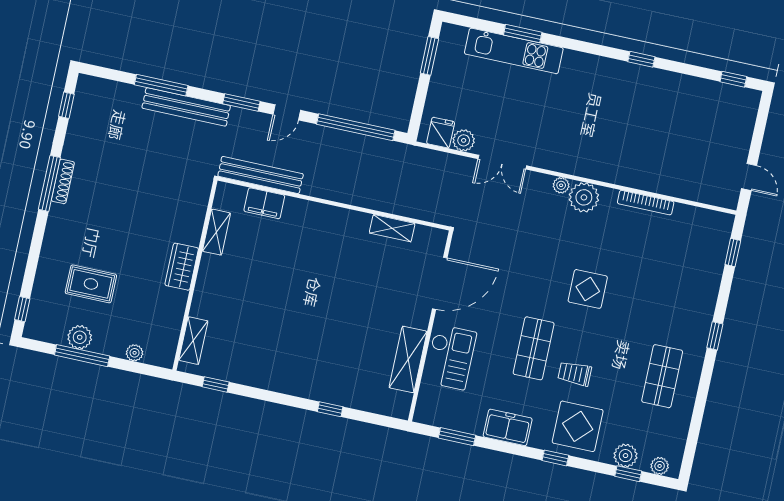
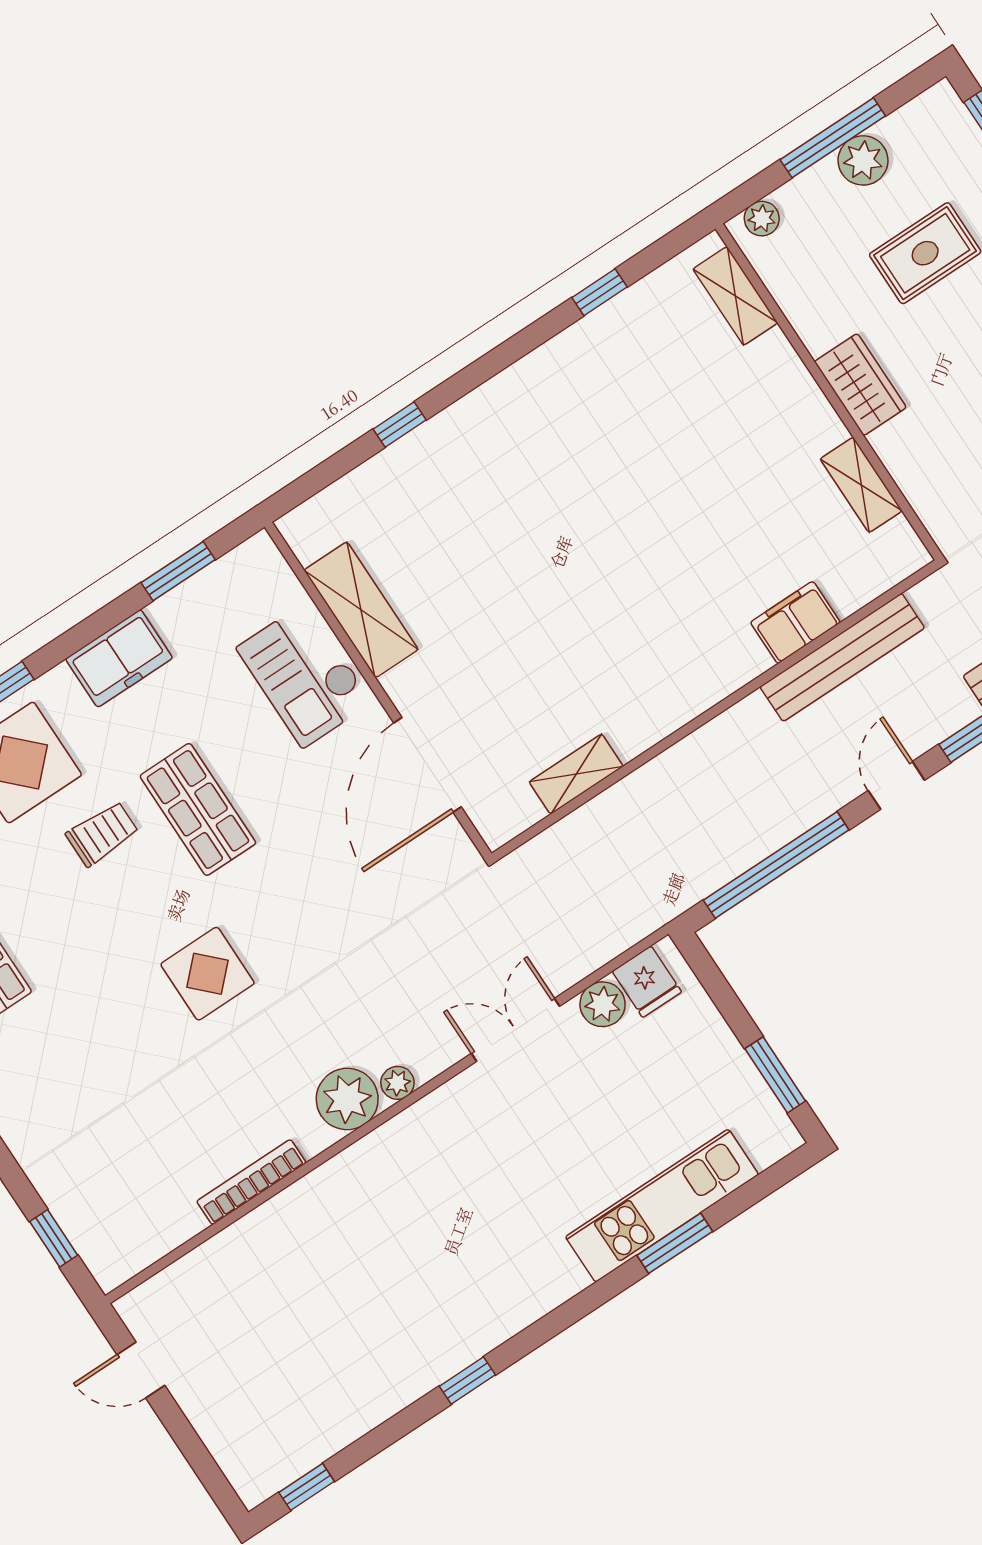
shelving: (216, 232) -> (861, 485), moved
wardrobe: (182, 267) -> (860, 385), moved
wall: (195, 275) -> (829, 392), moved
shelving: (193, 341) -> (735, 296), moved

